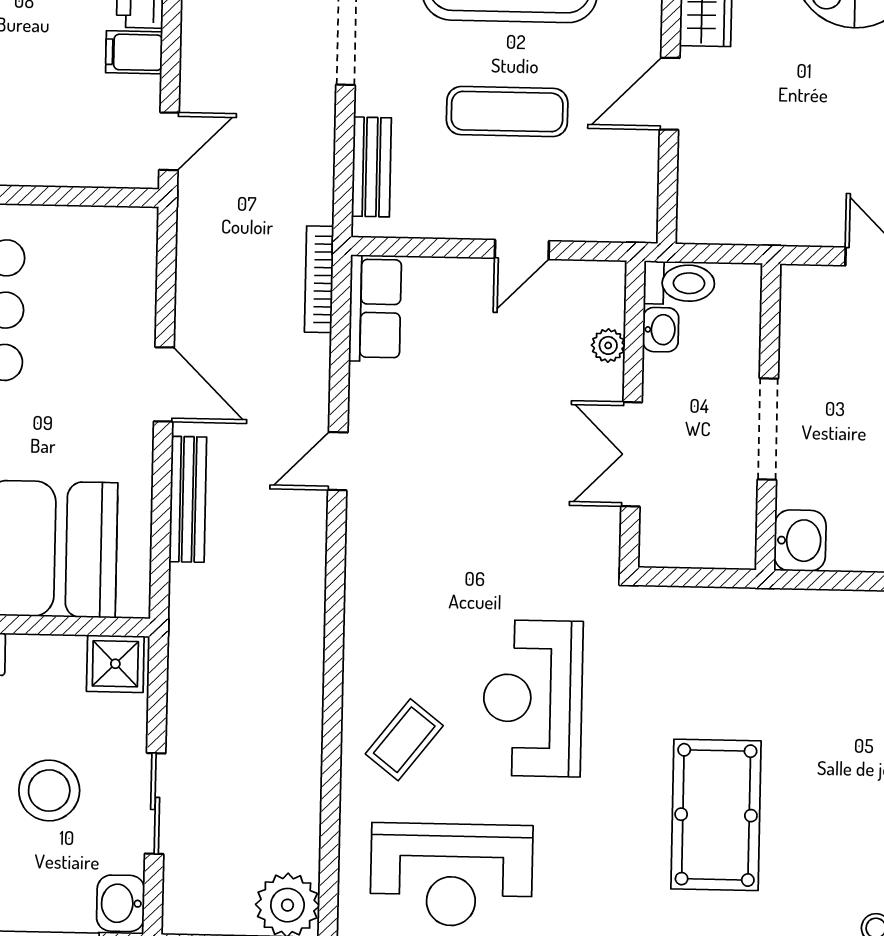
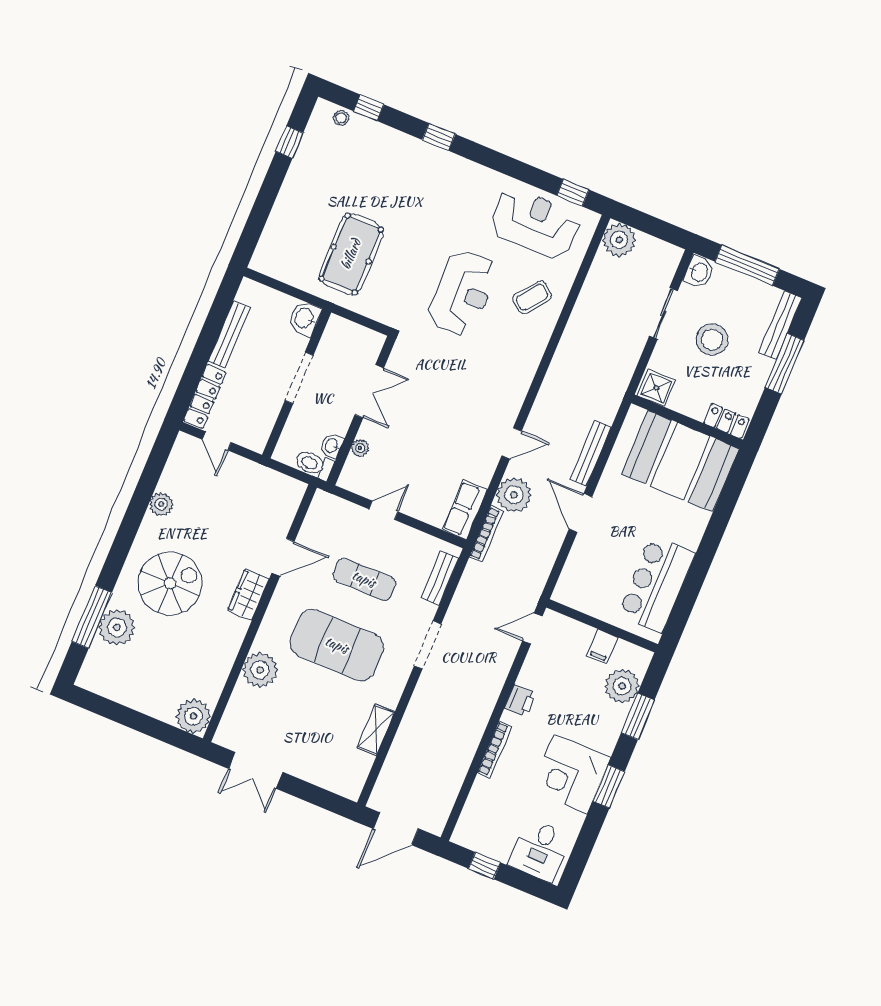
filing cabinet: (134, 52) -> (602, 646), moved, turned 90
plant: (297, 369) -> (514, 495), added
pool table: (716, 815) -> (351, 254), moved

